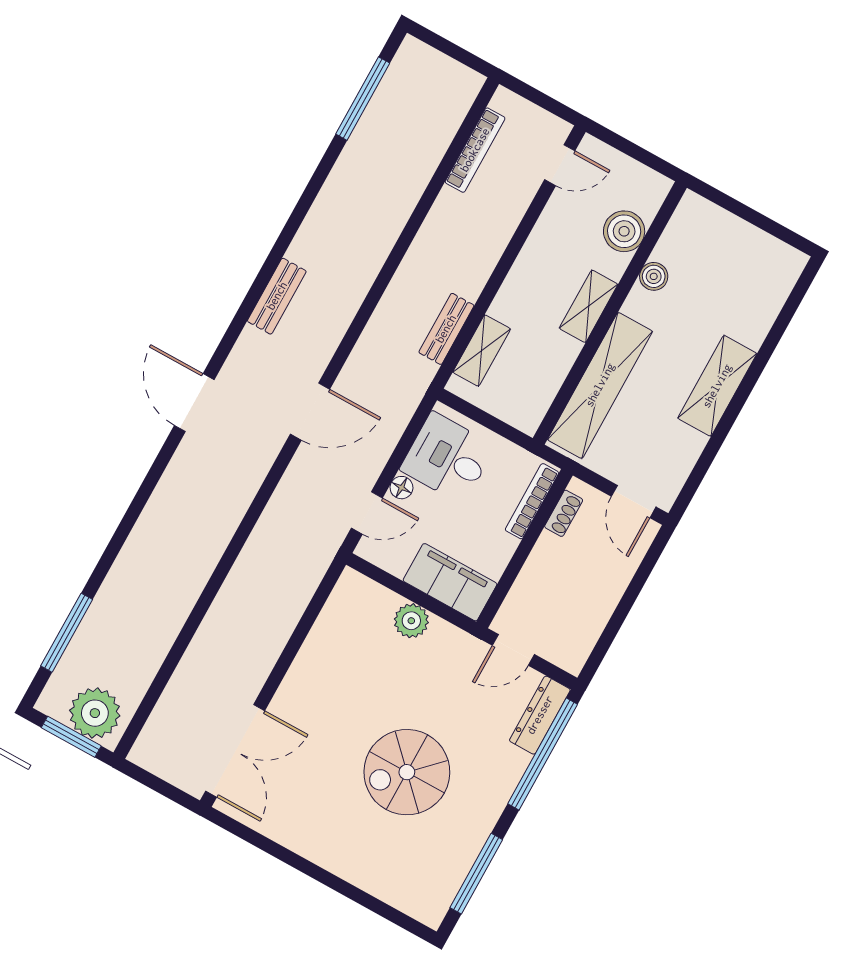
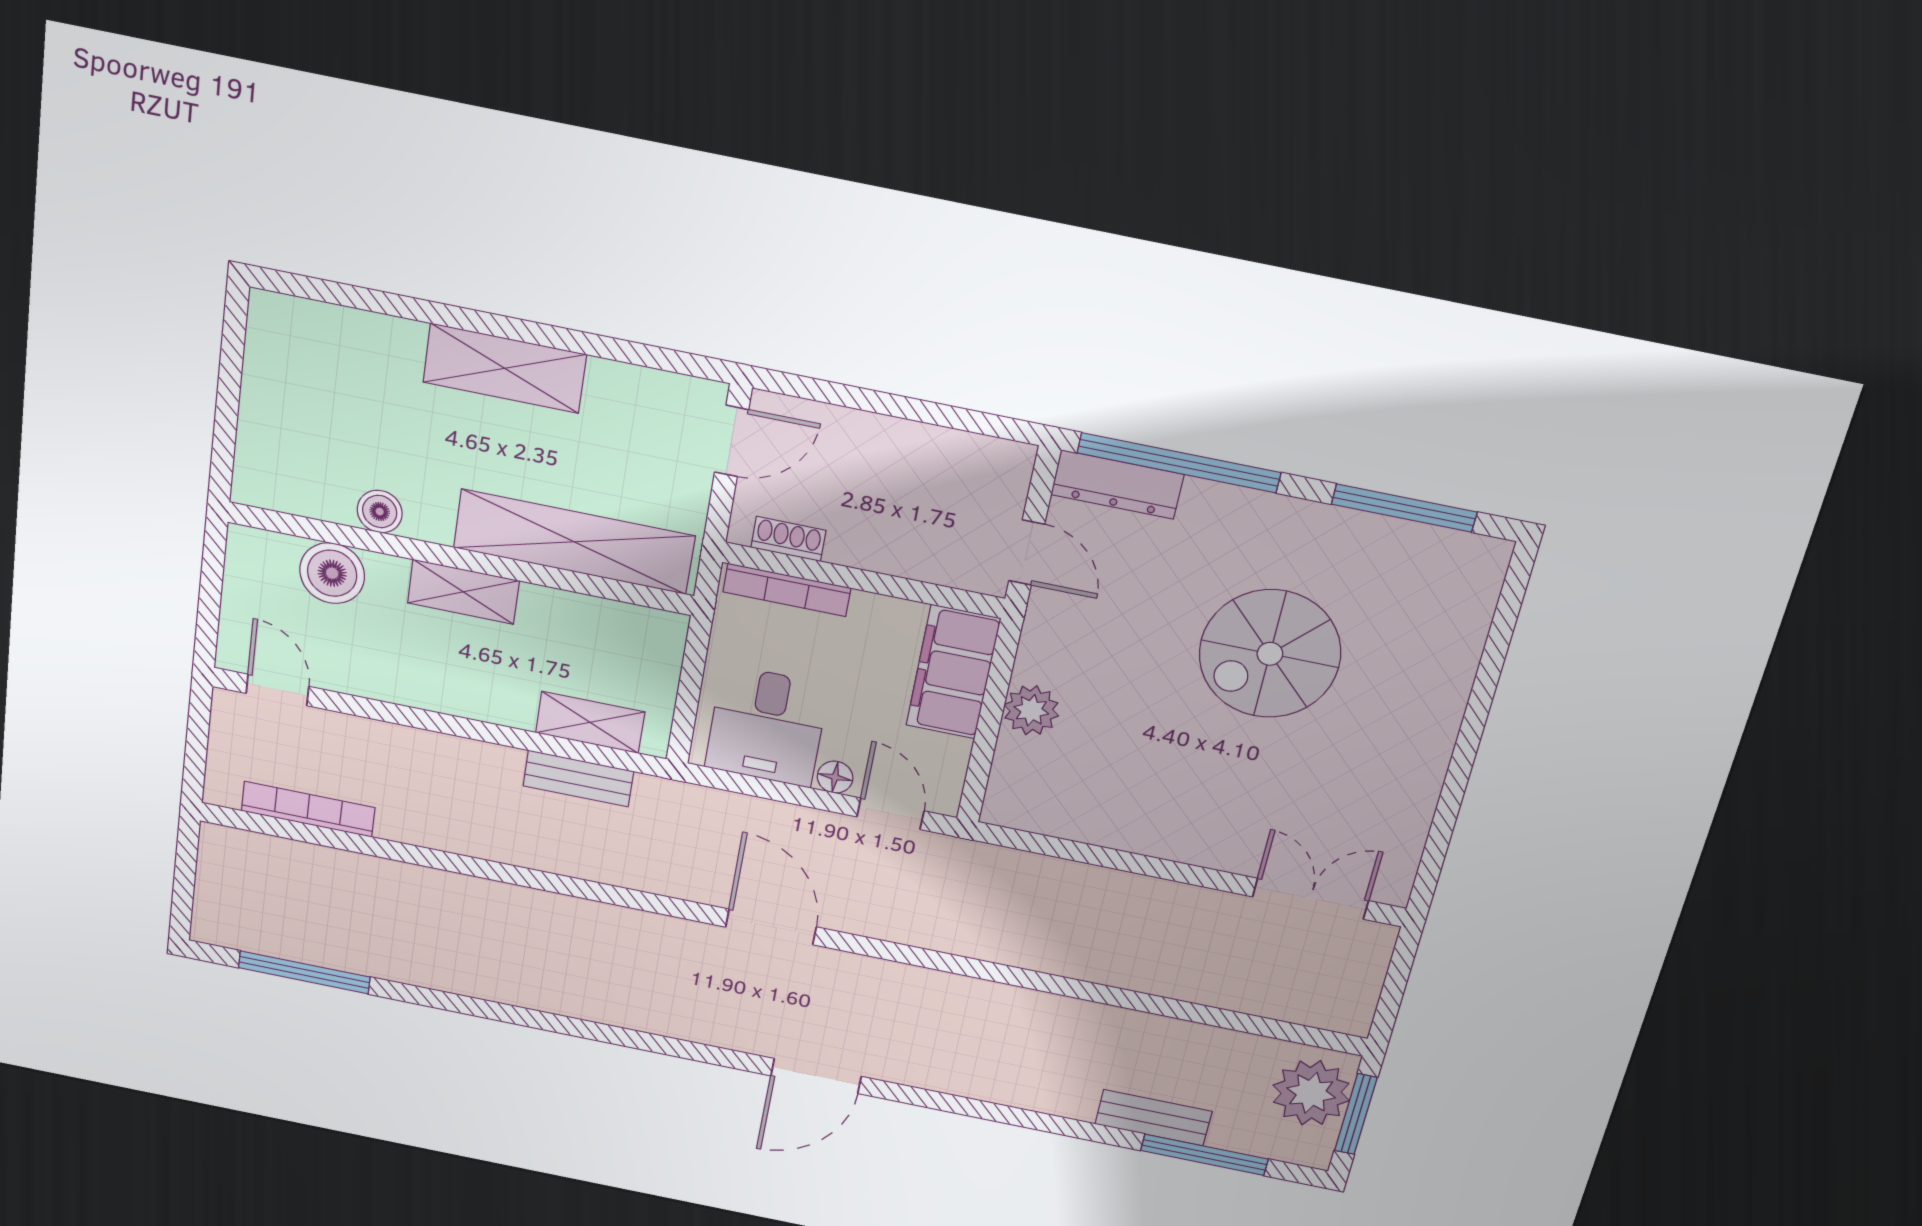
bench: (277, 296) -> (1153, 1118), moved
double door: (235, 751) -> (1310, 899), width x0.73
spiral stairs: (407, 772) -> (1270, 654), turned 90

